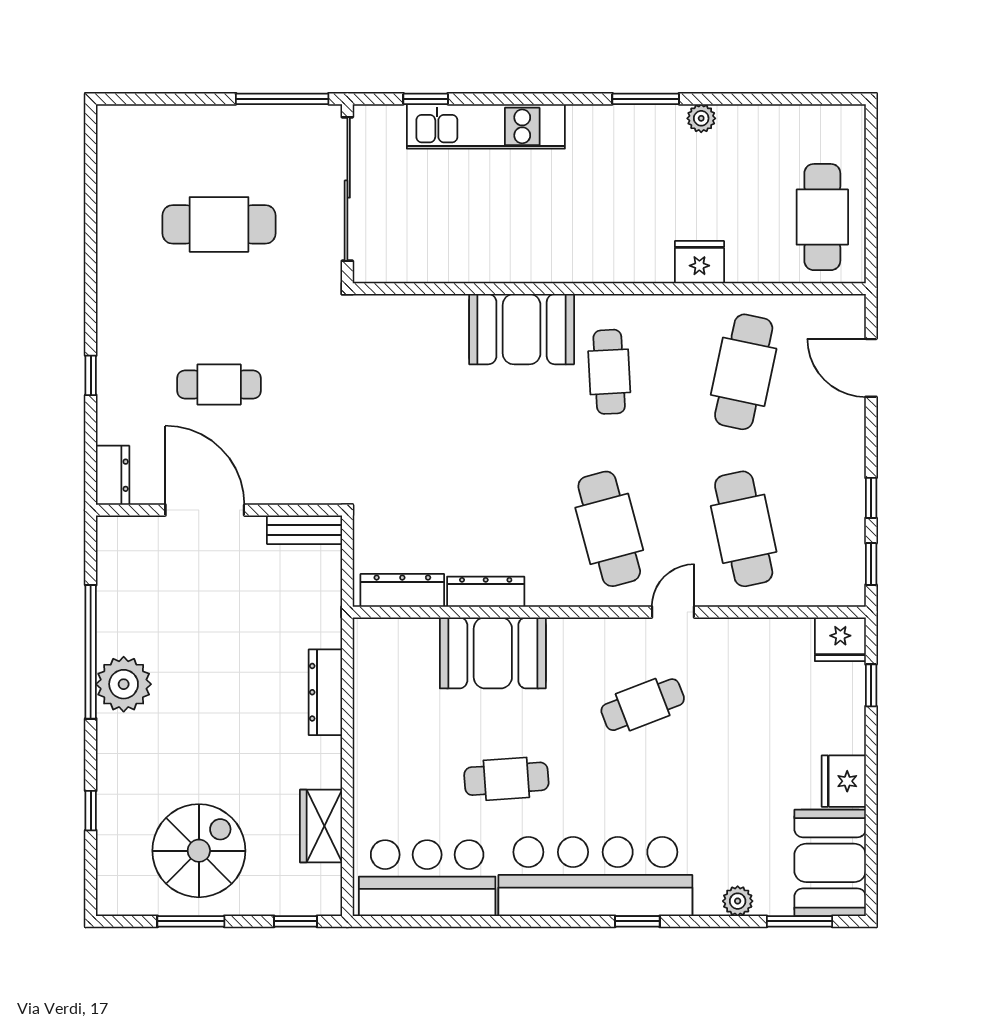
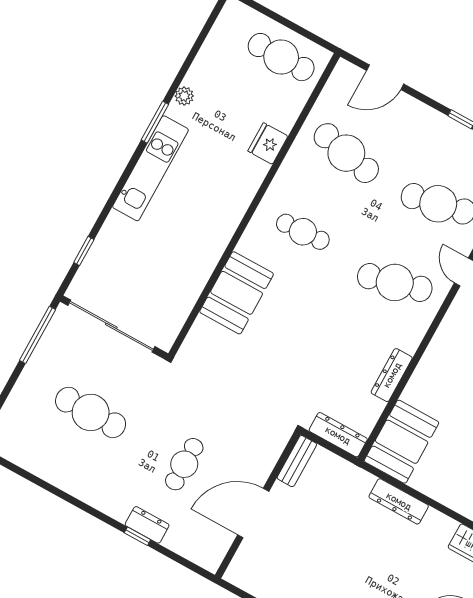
kitchen unit: (486, 126) -> (150, 168), moved
cafe table: (219, 224) -> (91, 412), turned 90
booth: (522, 329) -> (237, 293), moved
dresser: (113, 475) -> (147, 525), moved
dresser: (402, 590) -> (338, 435), moved, turned 90
booth: (493, 653) -> (402, 442), moved

